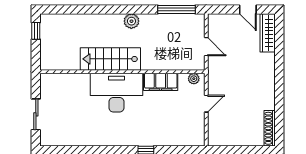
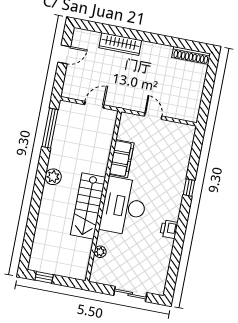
wardrobe: (268, 33) -> (120, 44), moved
plant: (194, 79) -> (100, 252), moved
printer: (103, 139) -> (169, 229), added

